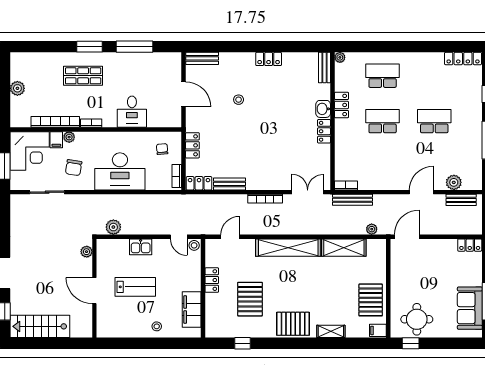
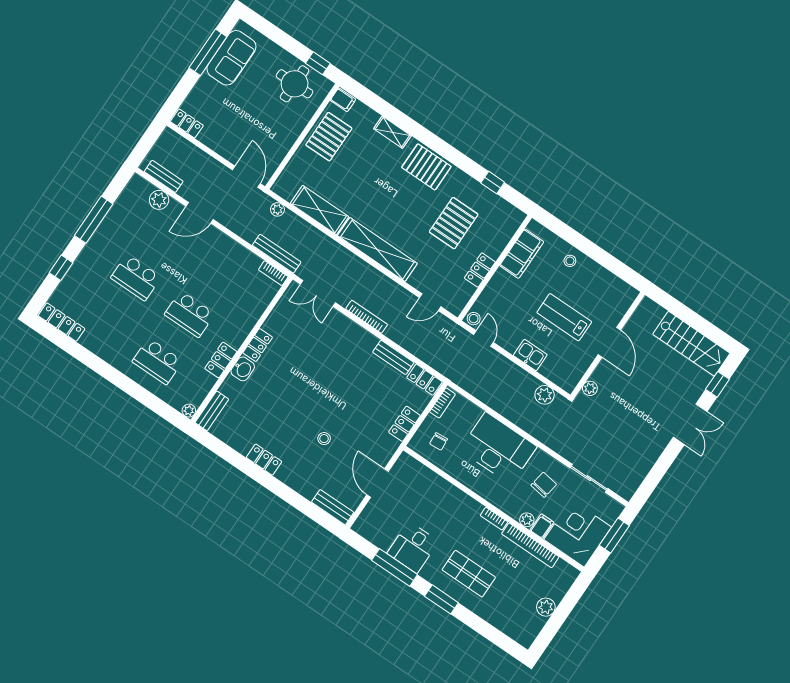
desk: (132, 112) -> (413, 547), moved, turned 180
door: (407, 237) -> (246, 177), swing flipped

